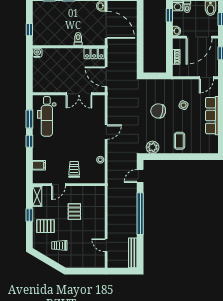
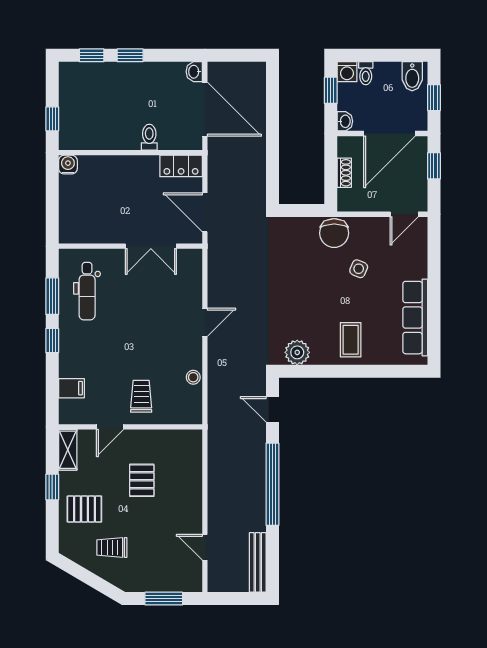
chair: (158, 111) -> (334, 233), moved, turned -102
dental chair: (47, 116) -> (87, 291), width x0.73, depth x0.72
row of seats: (212, 116) -> (415, 318), moved
door: (140, 176) -> (272, 409), hinge flipped
window: (85, 271) -> (164, 599), added

